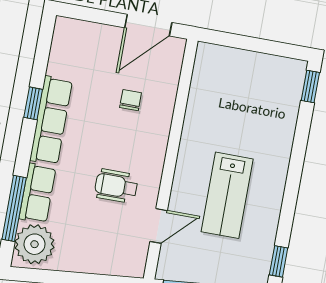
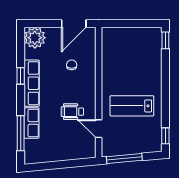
lab bench: (227, 195) -> (132, 106), turned 90
door: (159, 226) -> (99, 129), swing flipped
plant: (35, 244) -> (35, 38), moved

